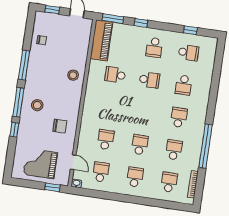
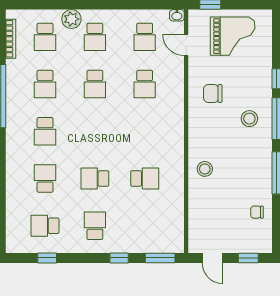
piano: (101, 40) -> (172, 225), removed
plant: (149, 192) -> (71, 19), added

